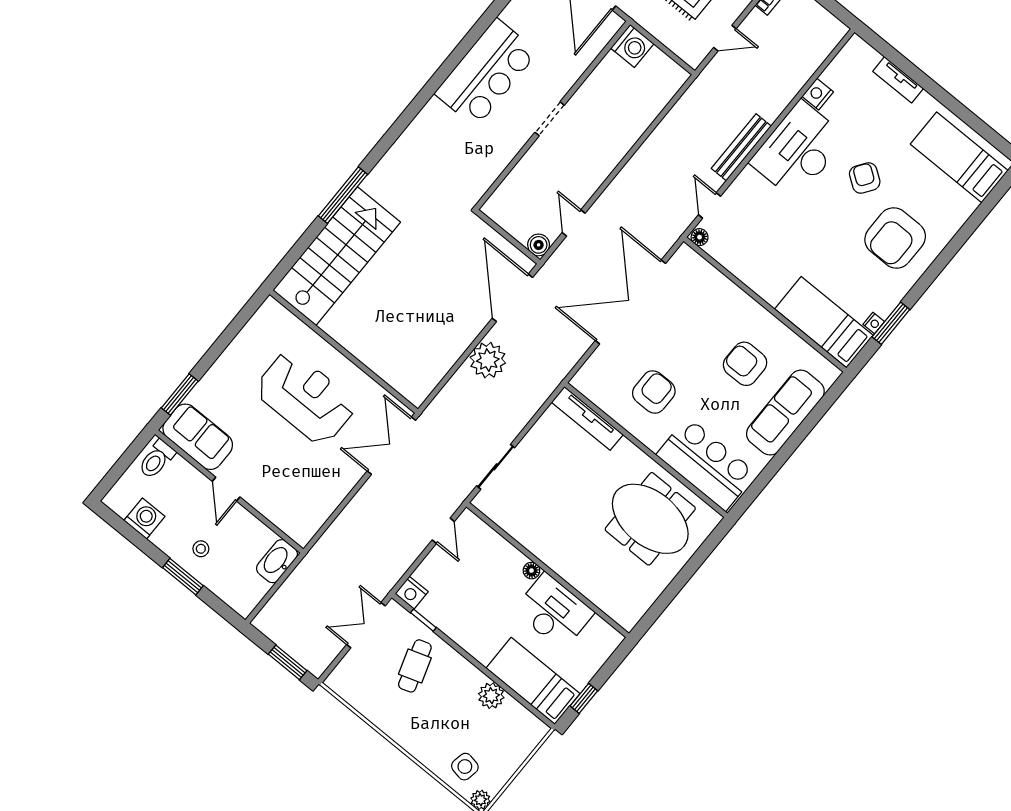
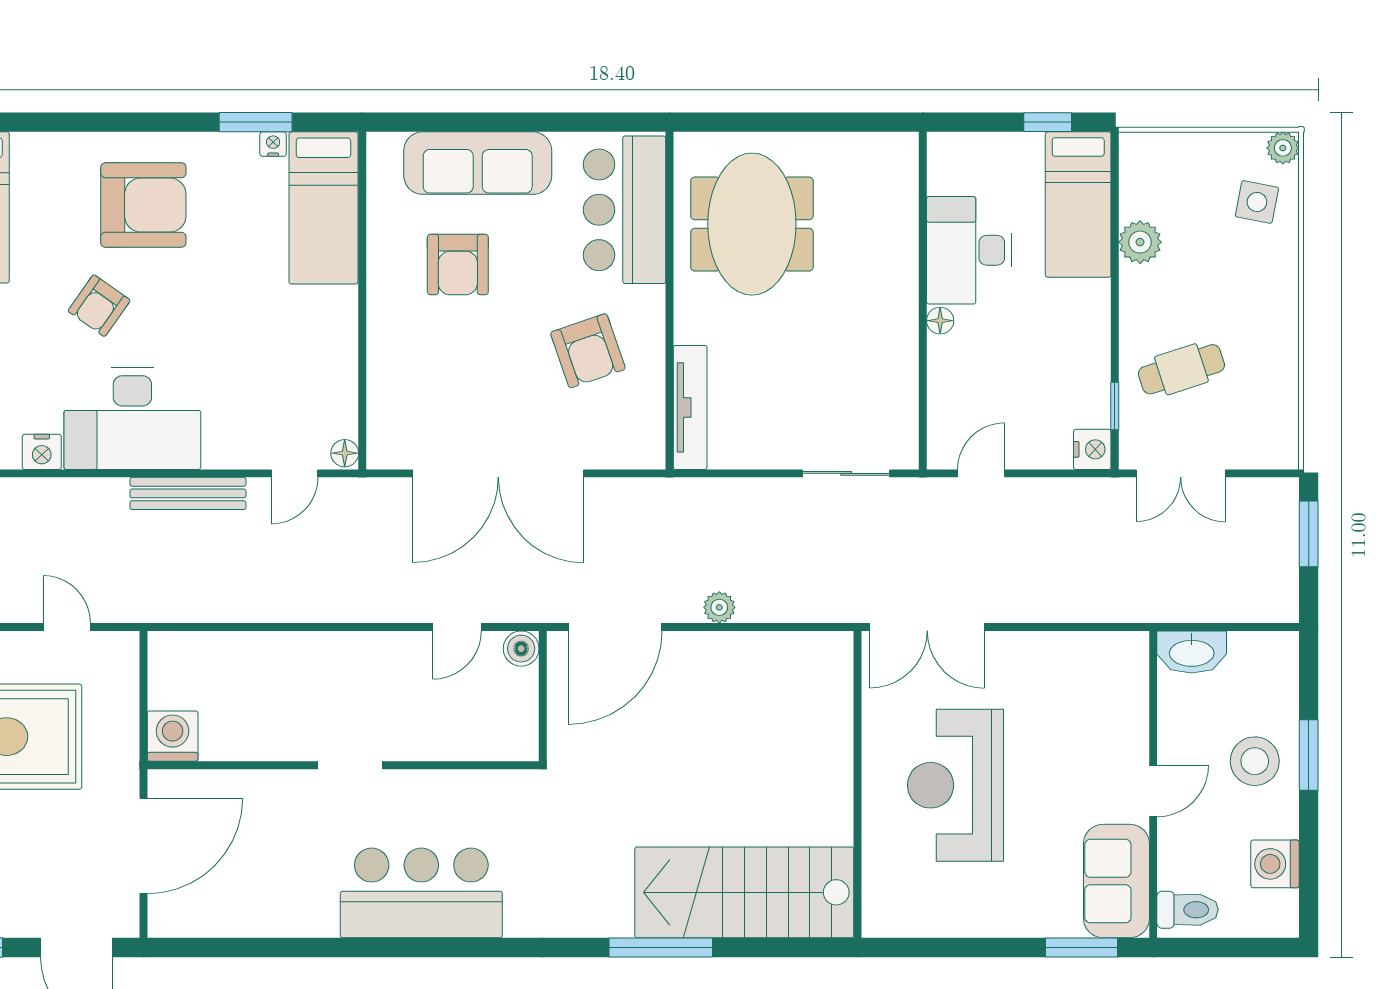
bar counter: (486, 73) -> (421, 893), moved
plant: (488, 360) -> (719, 607), width x0.53, depth x0.53
armchair: (654, 392) -> (588, 351), turned -109
stool: (201, 549) -> (1255, 761), width x1.89, depth x1.89

